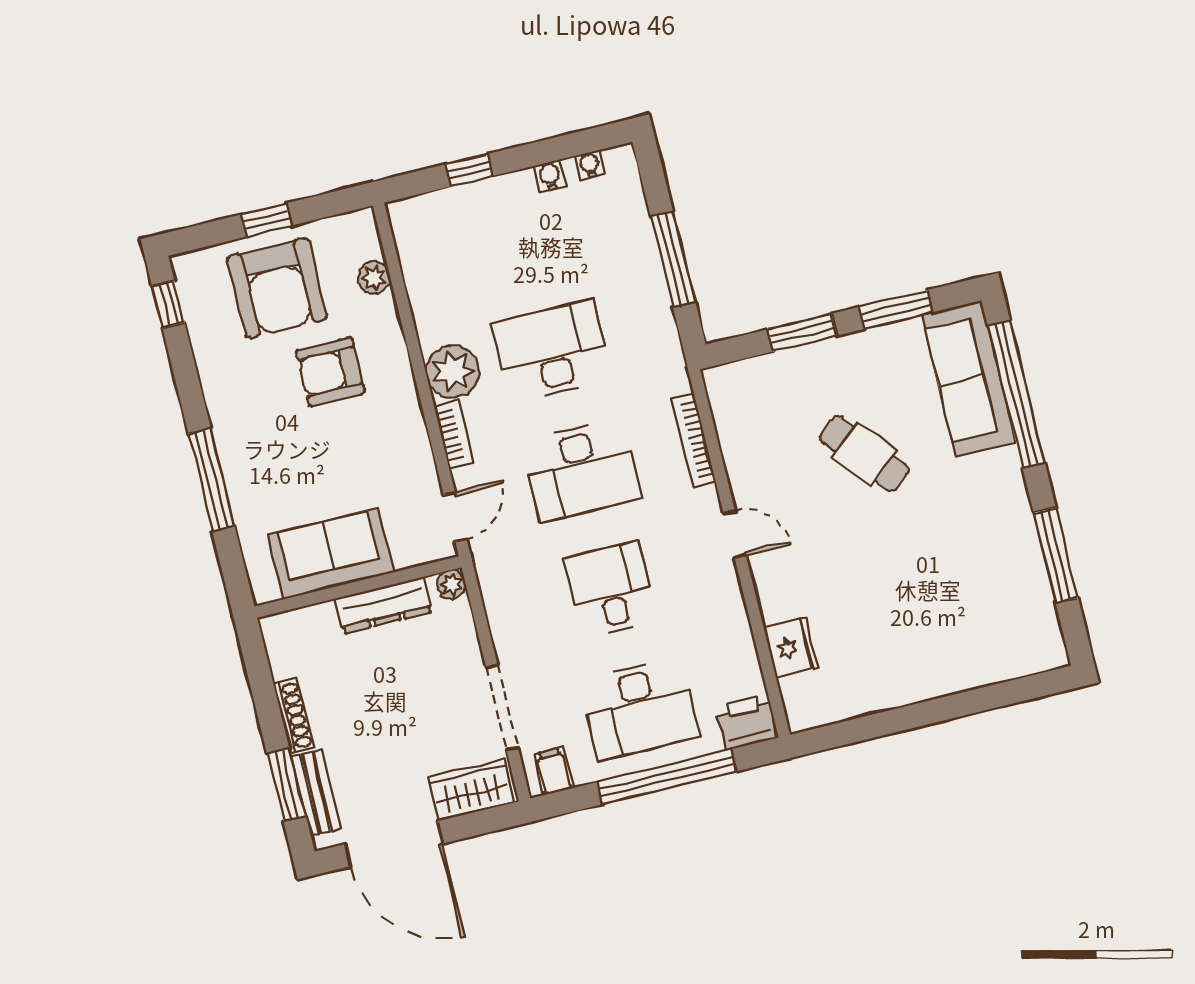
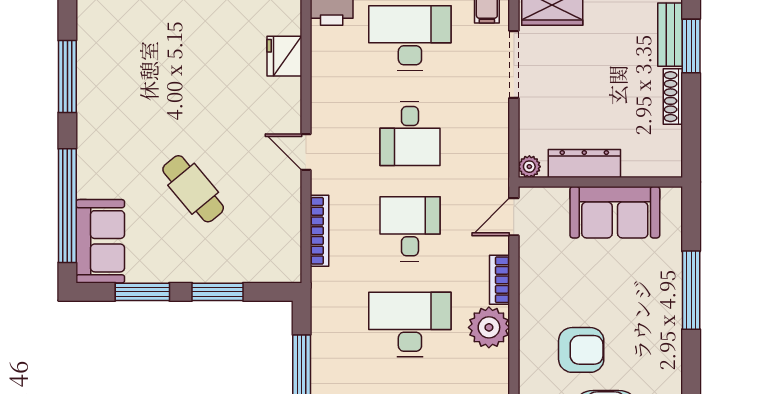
desk: (552, 351) -> (410, 324), turned 180
sofa: (969, 379) -> (100, 241), width x0.73
desk: (581, 470) -> (410, 229), width x0.73

